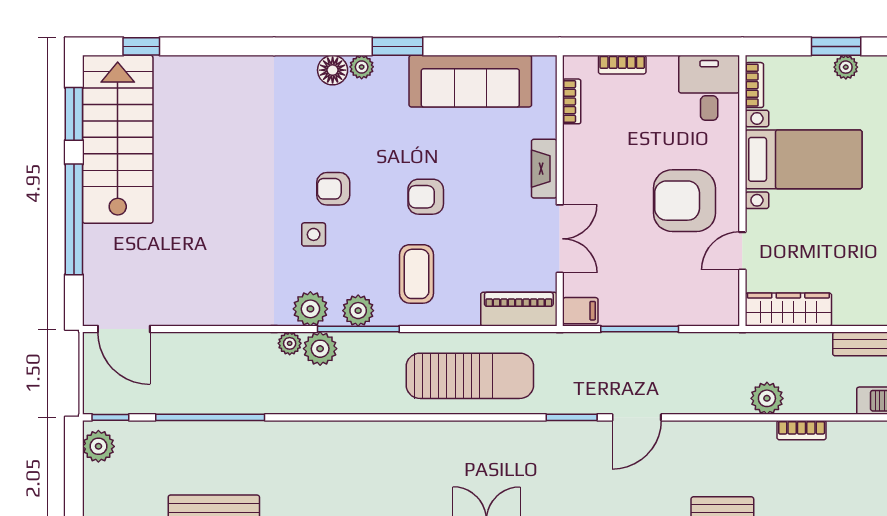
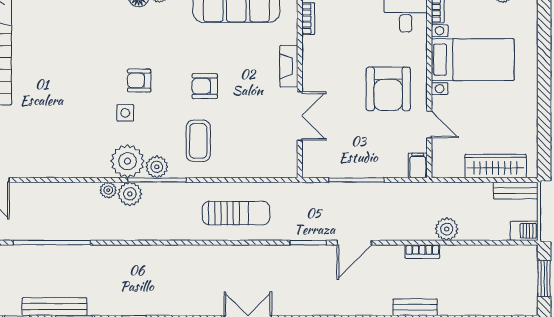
armchair: (684, 201) -> (388, 89), turned -90
door: (742, 251) -> (429, 125), swing flipped
plant: (310, 309) -> (127, 161), width x1.36, depth x1.36
piano: (519, 309) -> (271, 166), removed
wardrobe: (788, 309) -> (496, 166), moved
filing cabinet: (580, 311) -> (418, 165), moved, turned -90
sun lounger: (470, 376) -> (236, 213), width x0.73, depth x0.75
bookcase: (802, 430) -> (422, 252), moved

